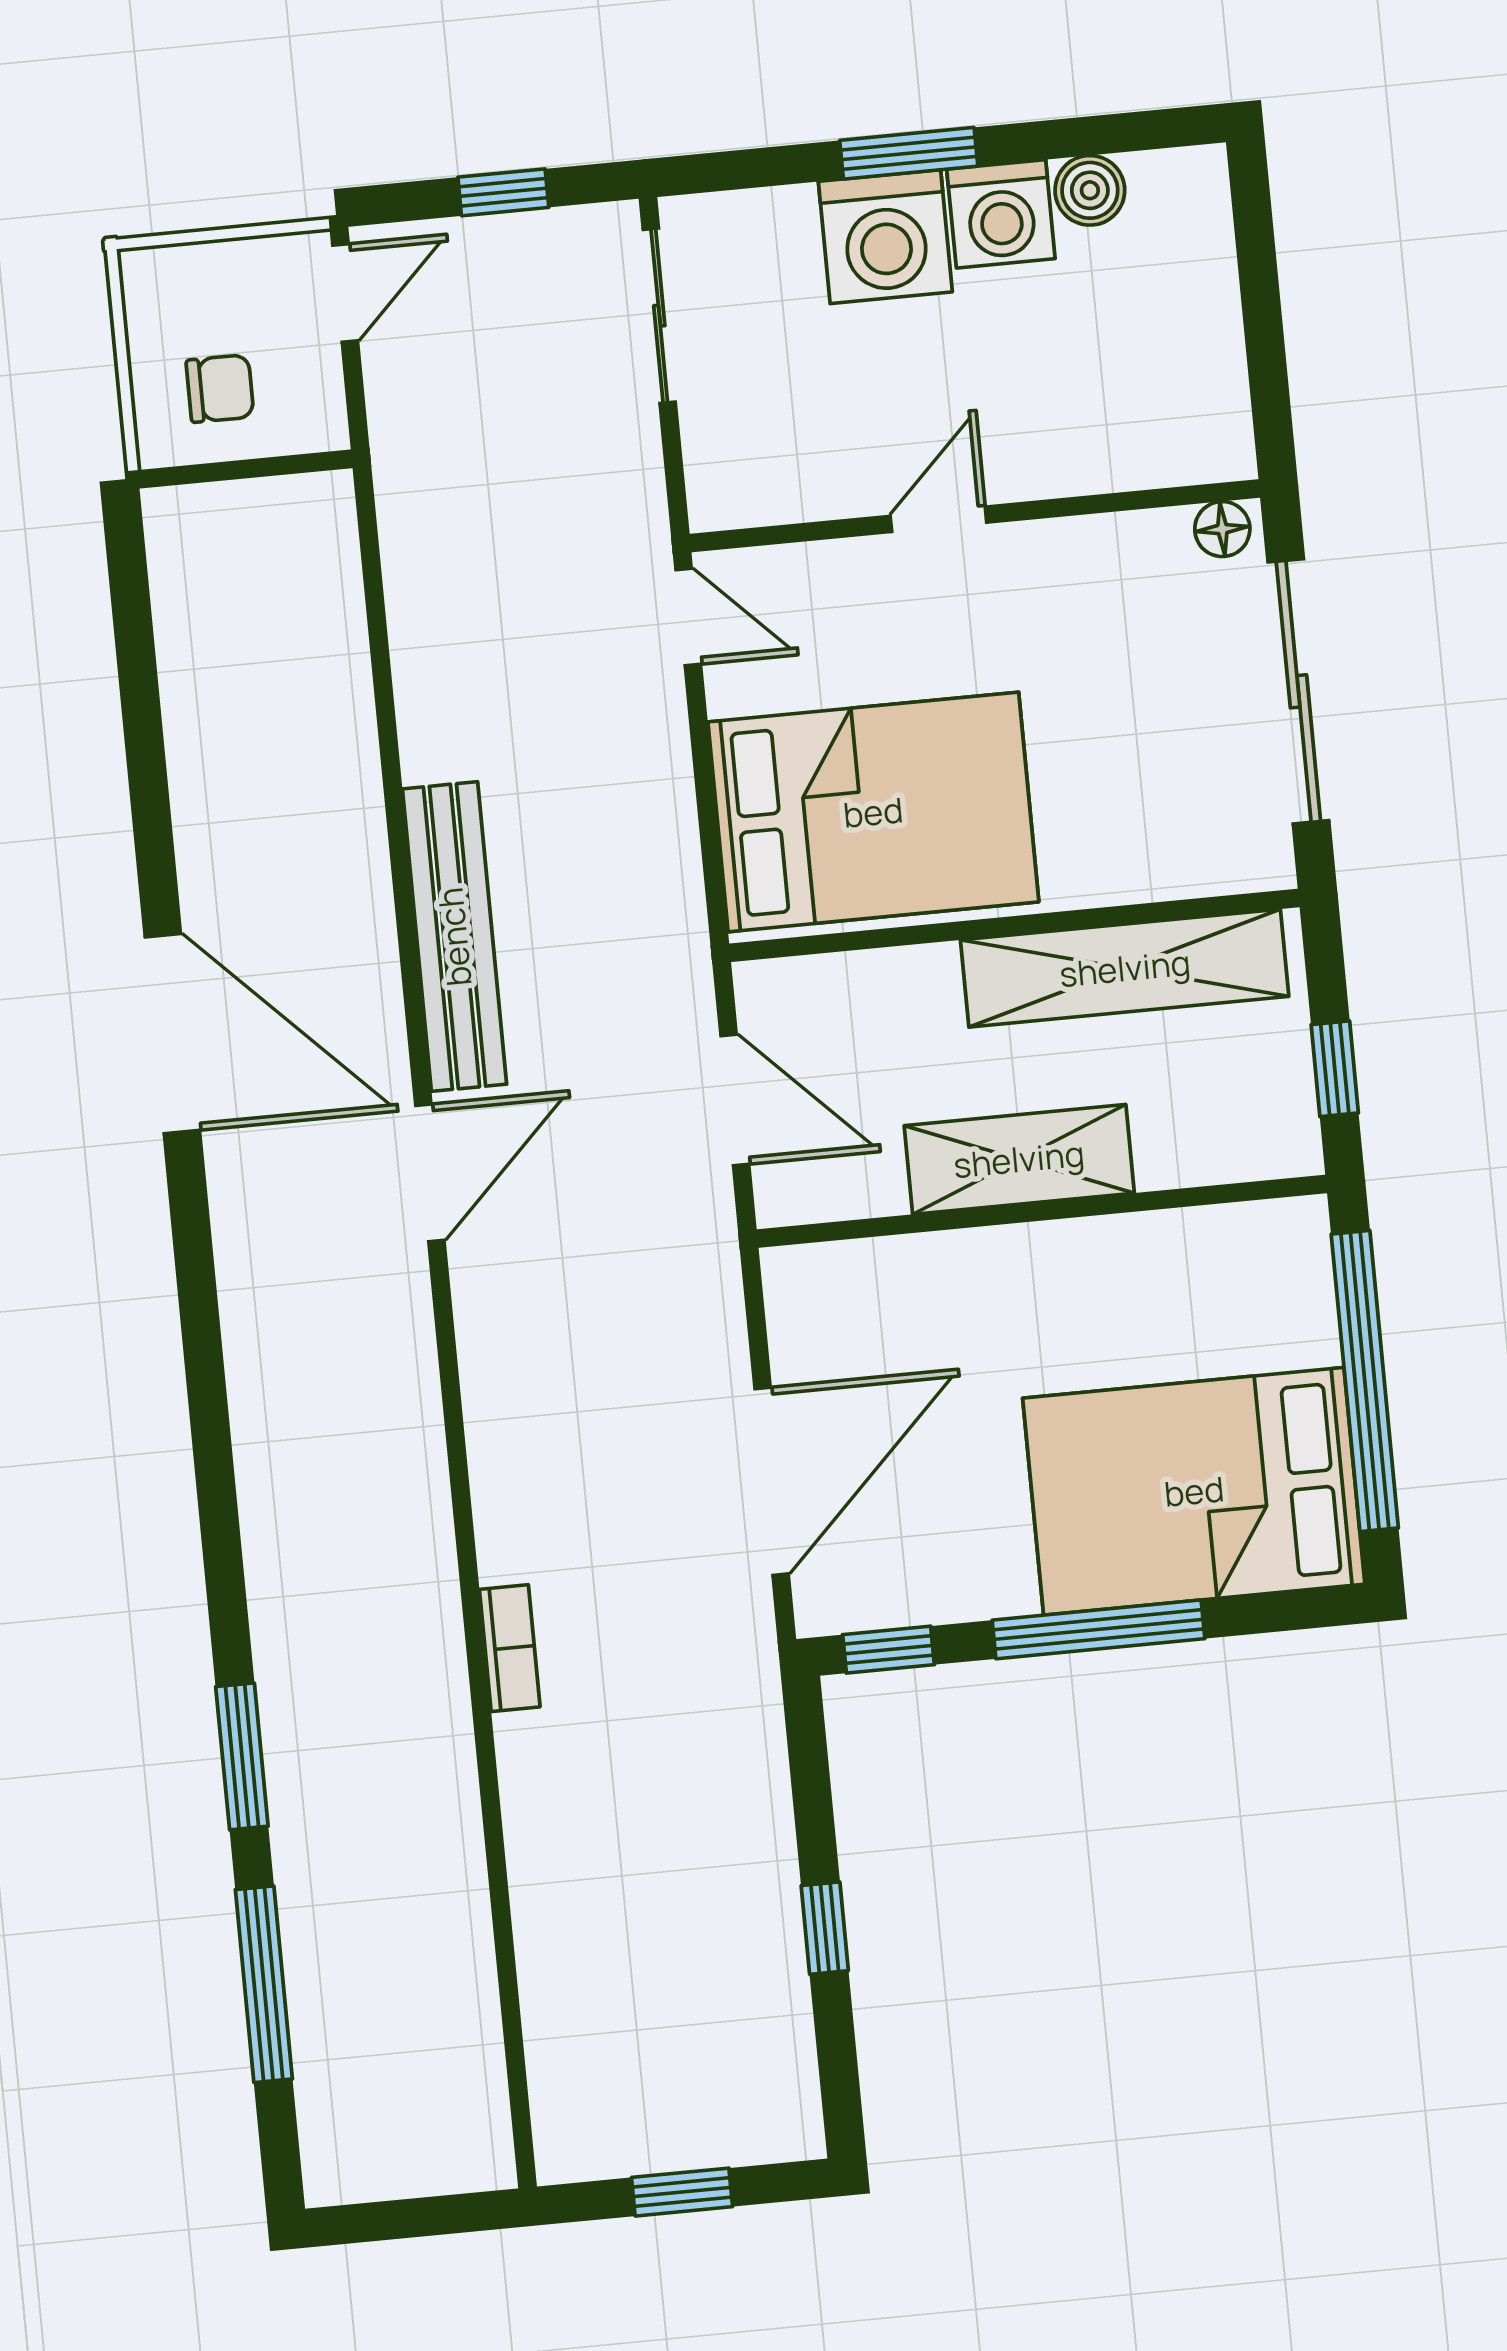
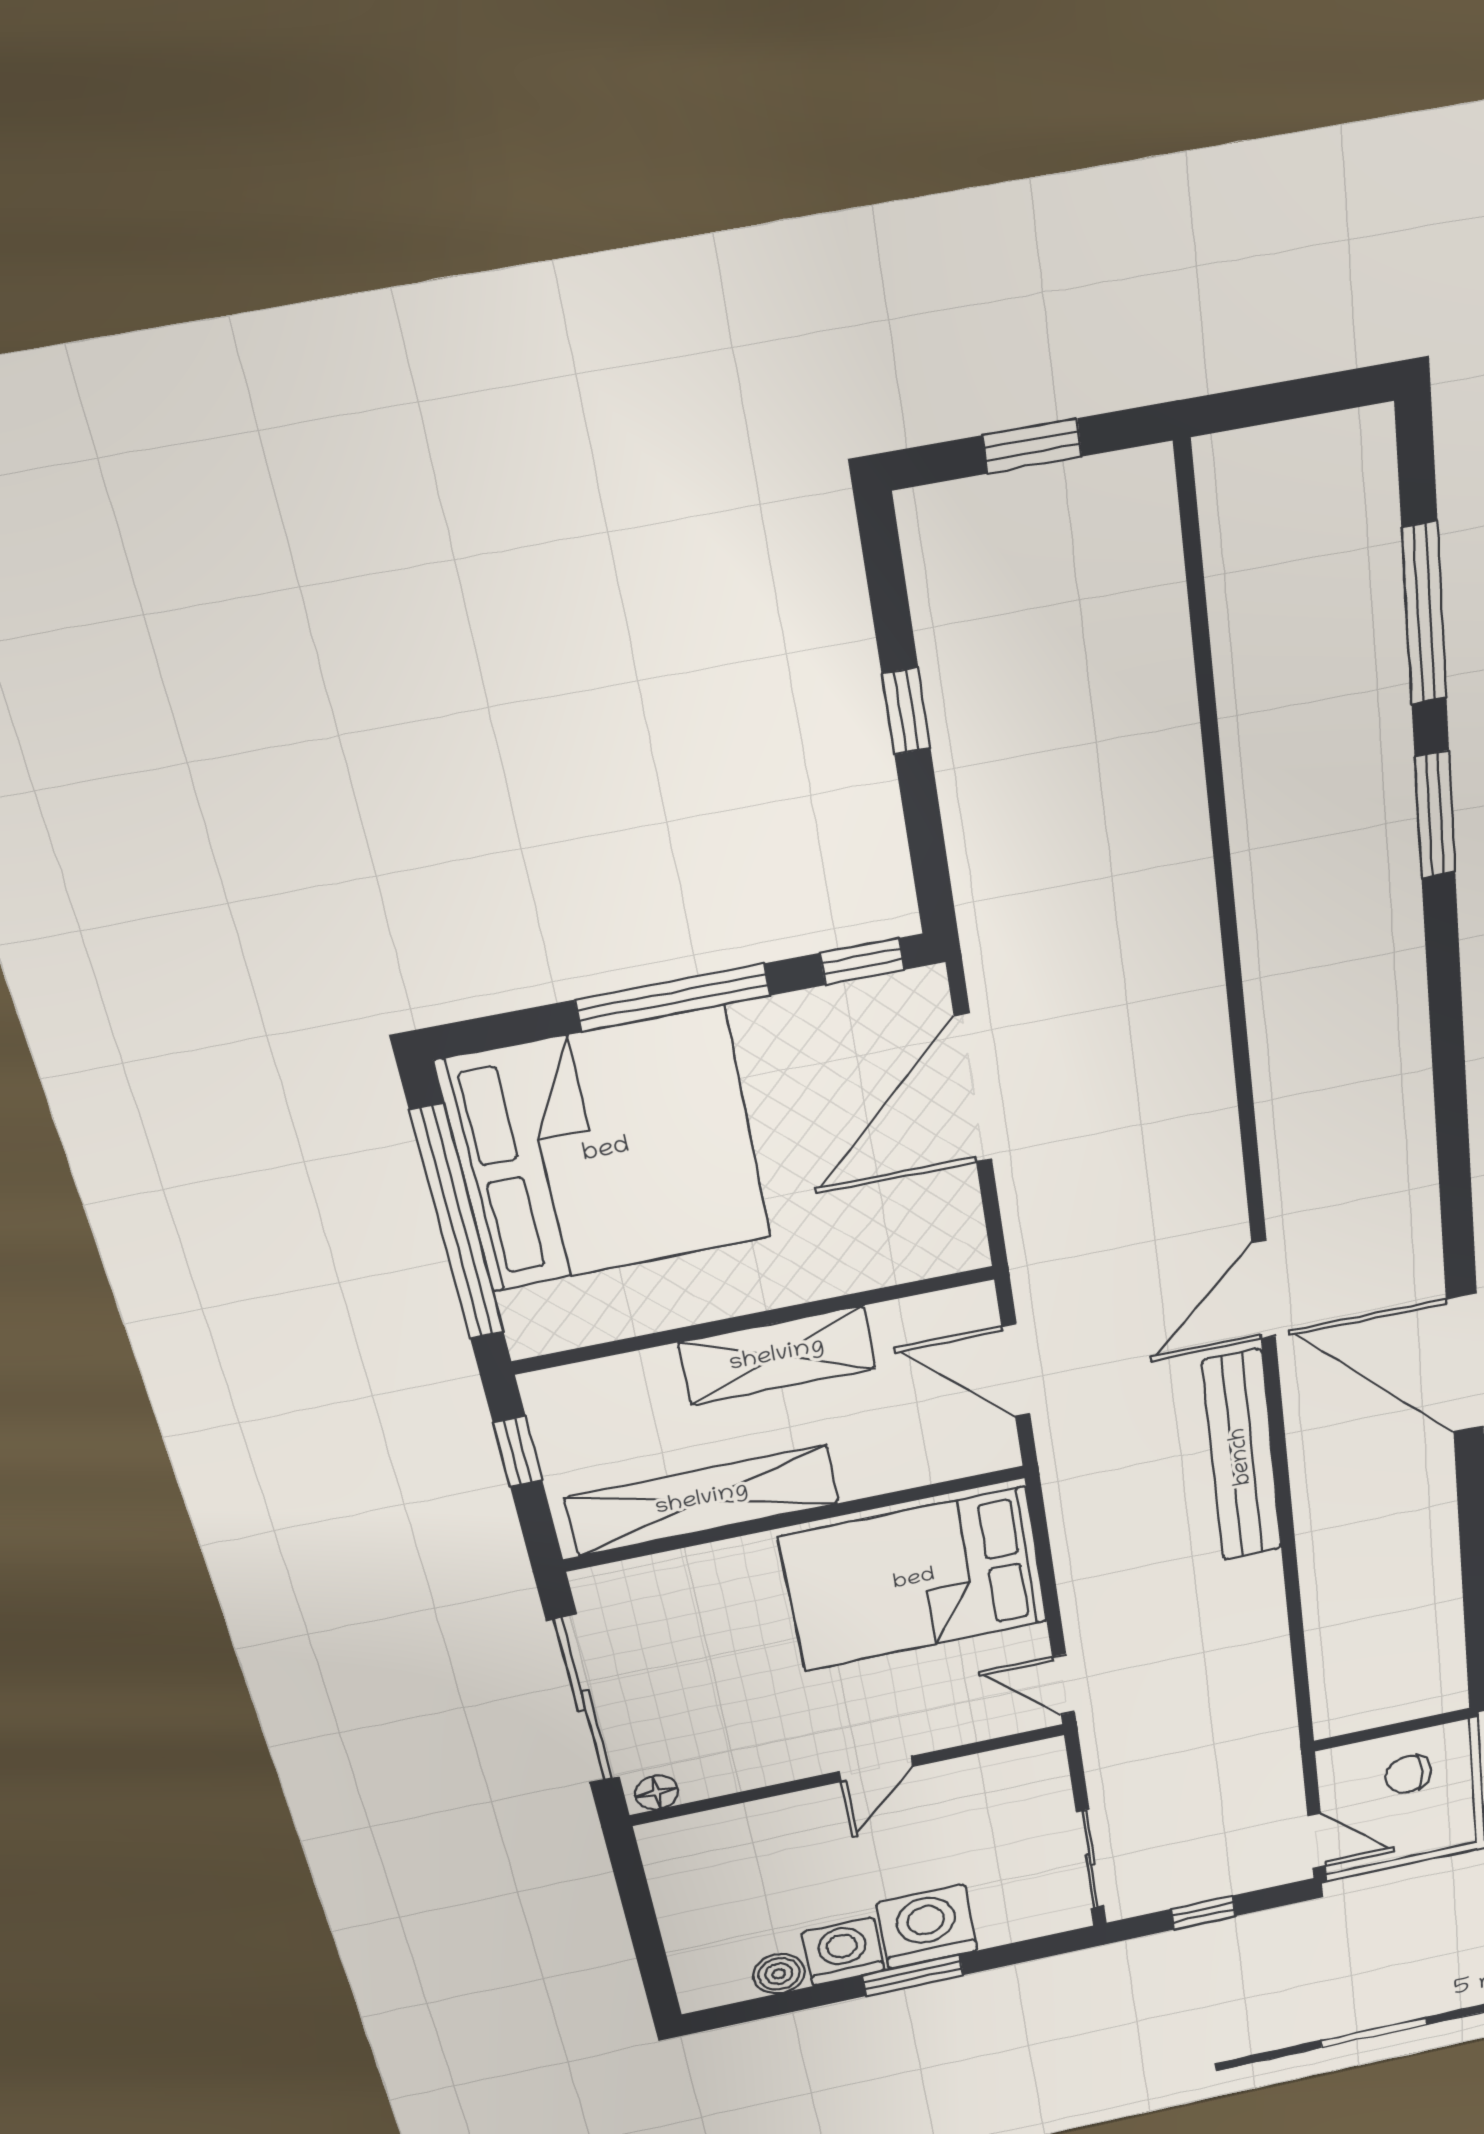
door: (345, 293) -> (1317, 1841), swing flipped
bed: (1194, 1491) -> (606, 1151), width x1.36
bookcase: (510, 1648) -> (1199, 929), removed

